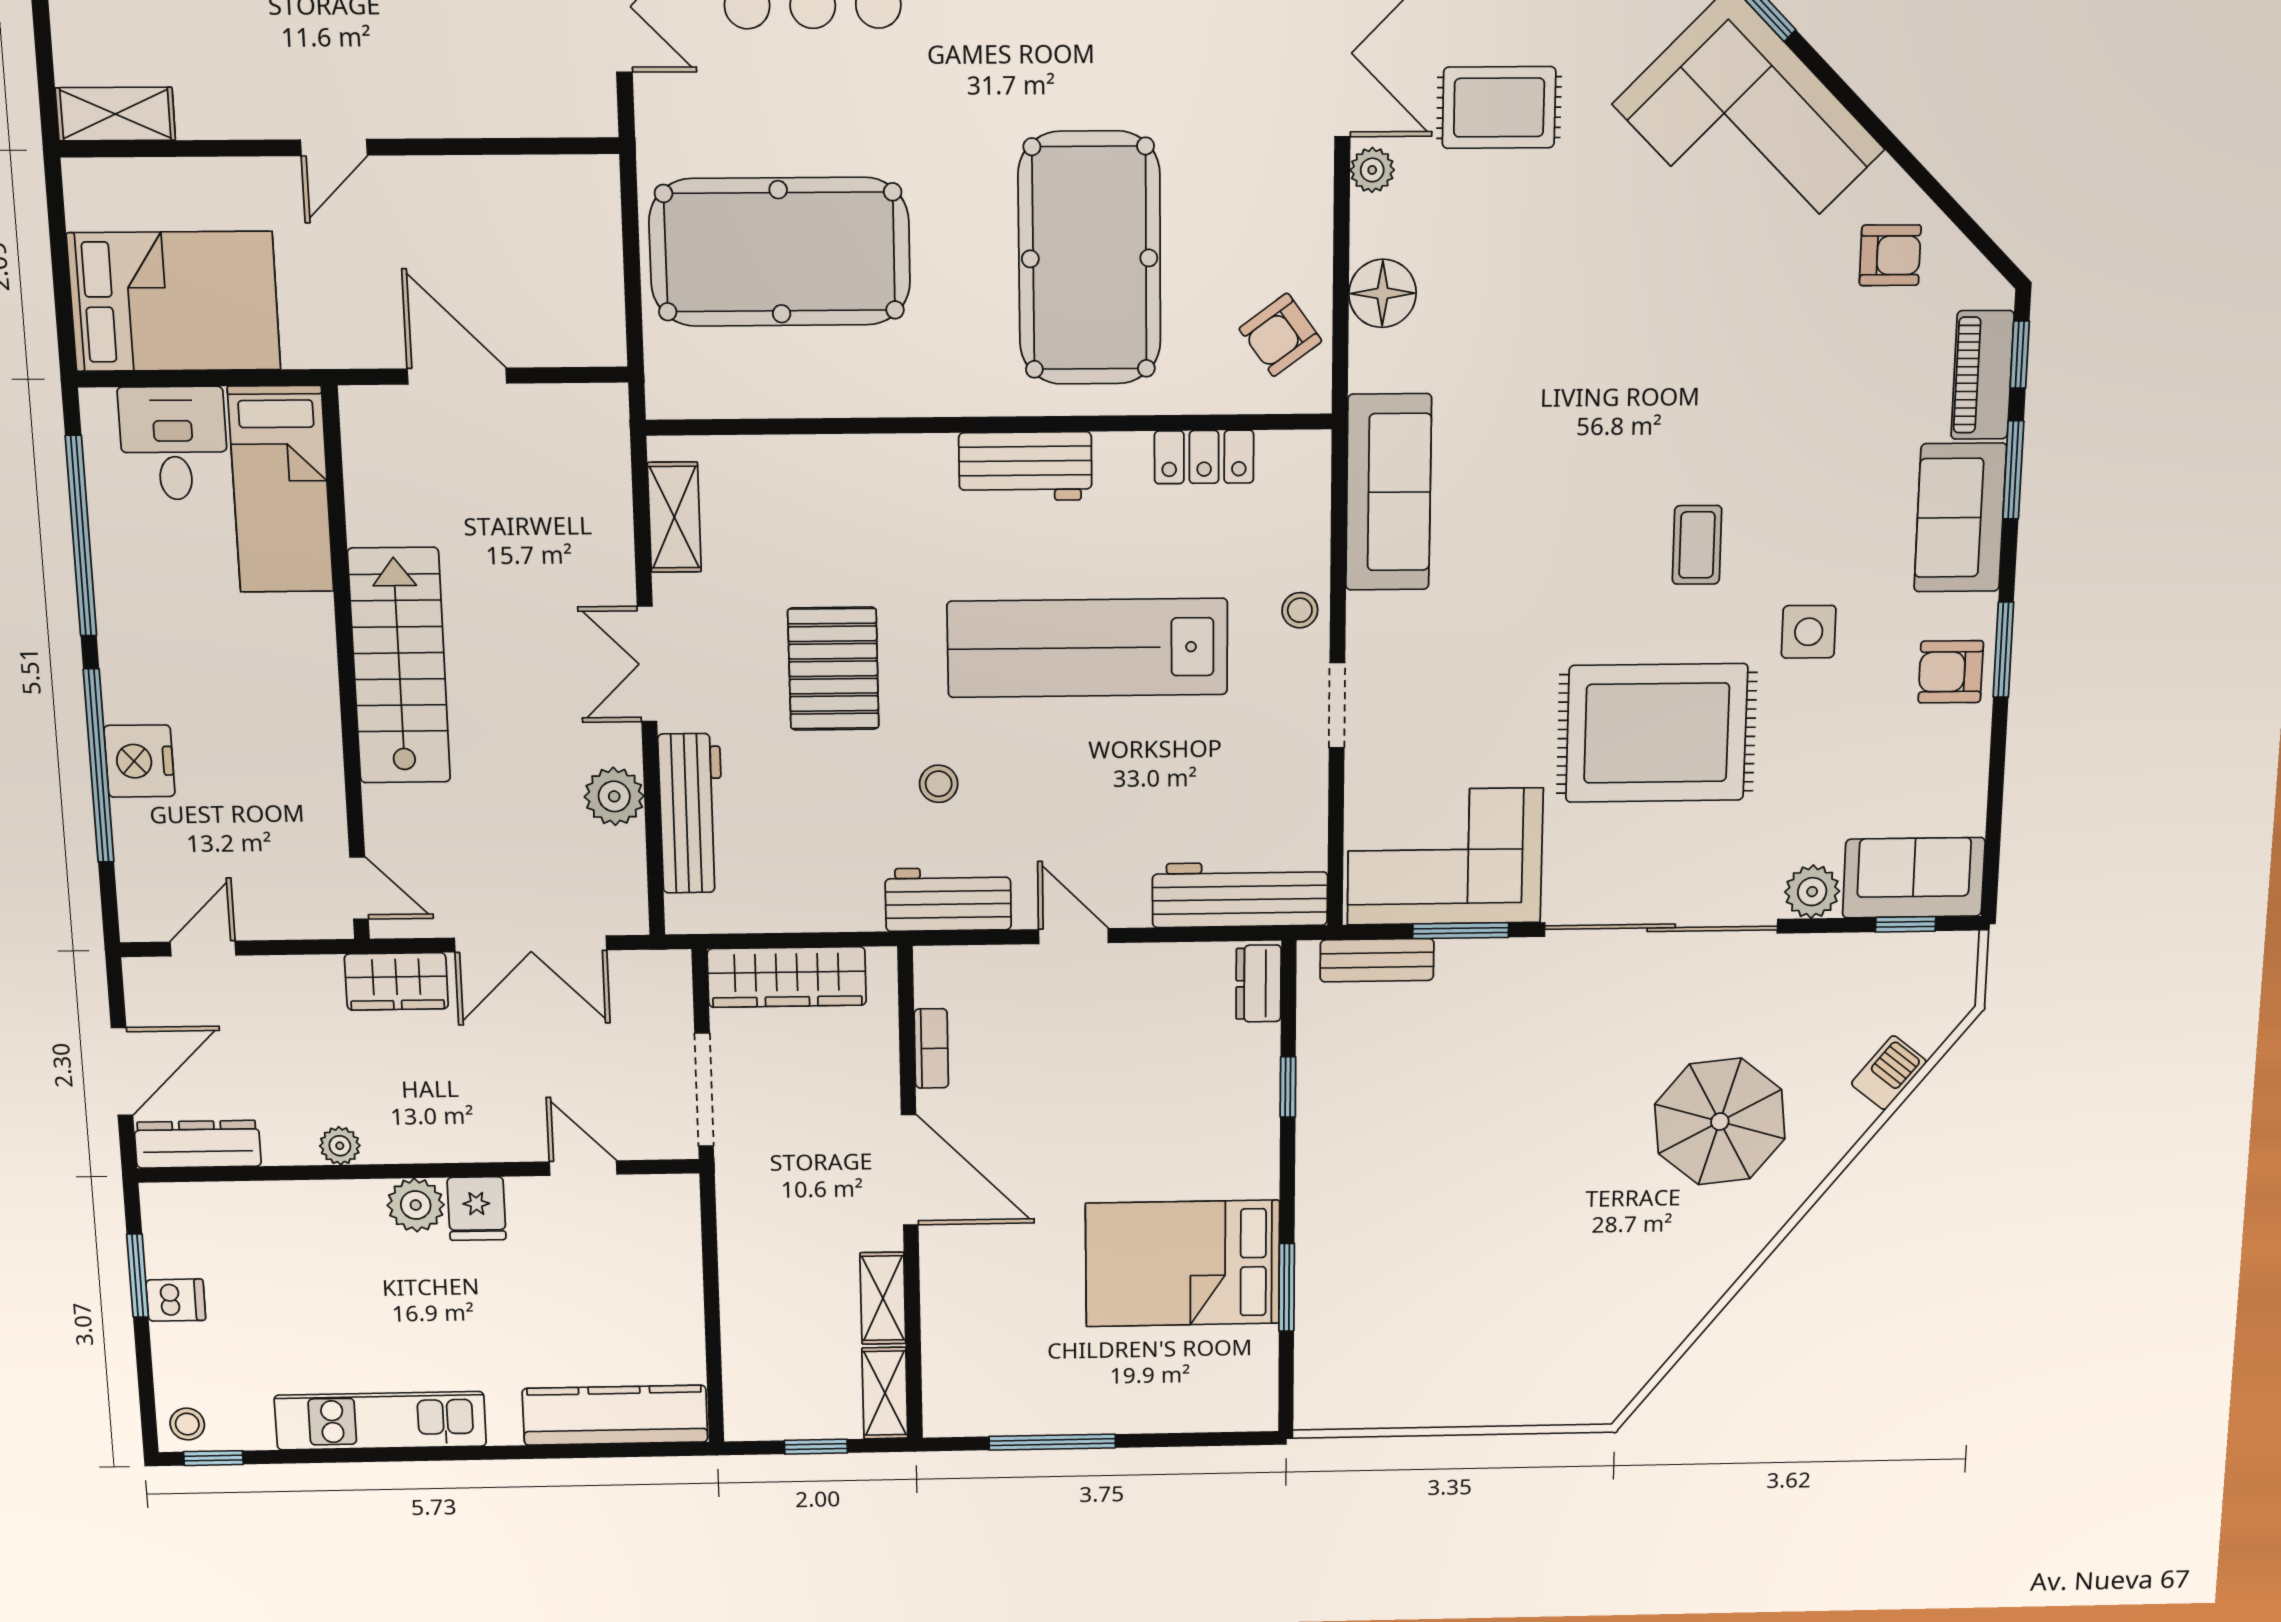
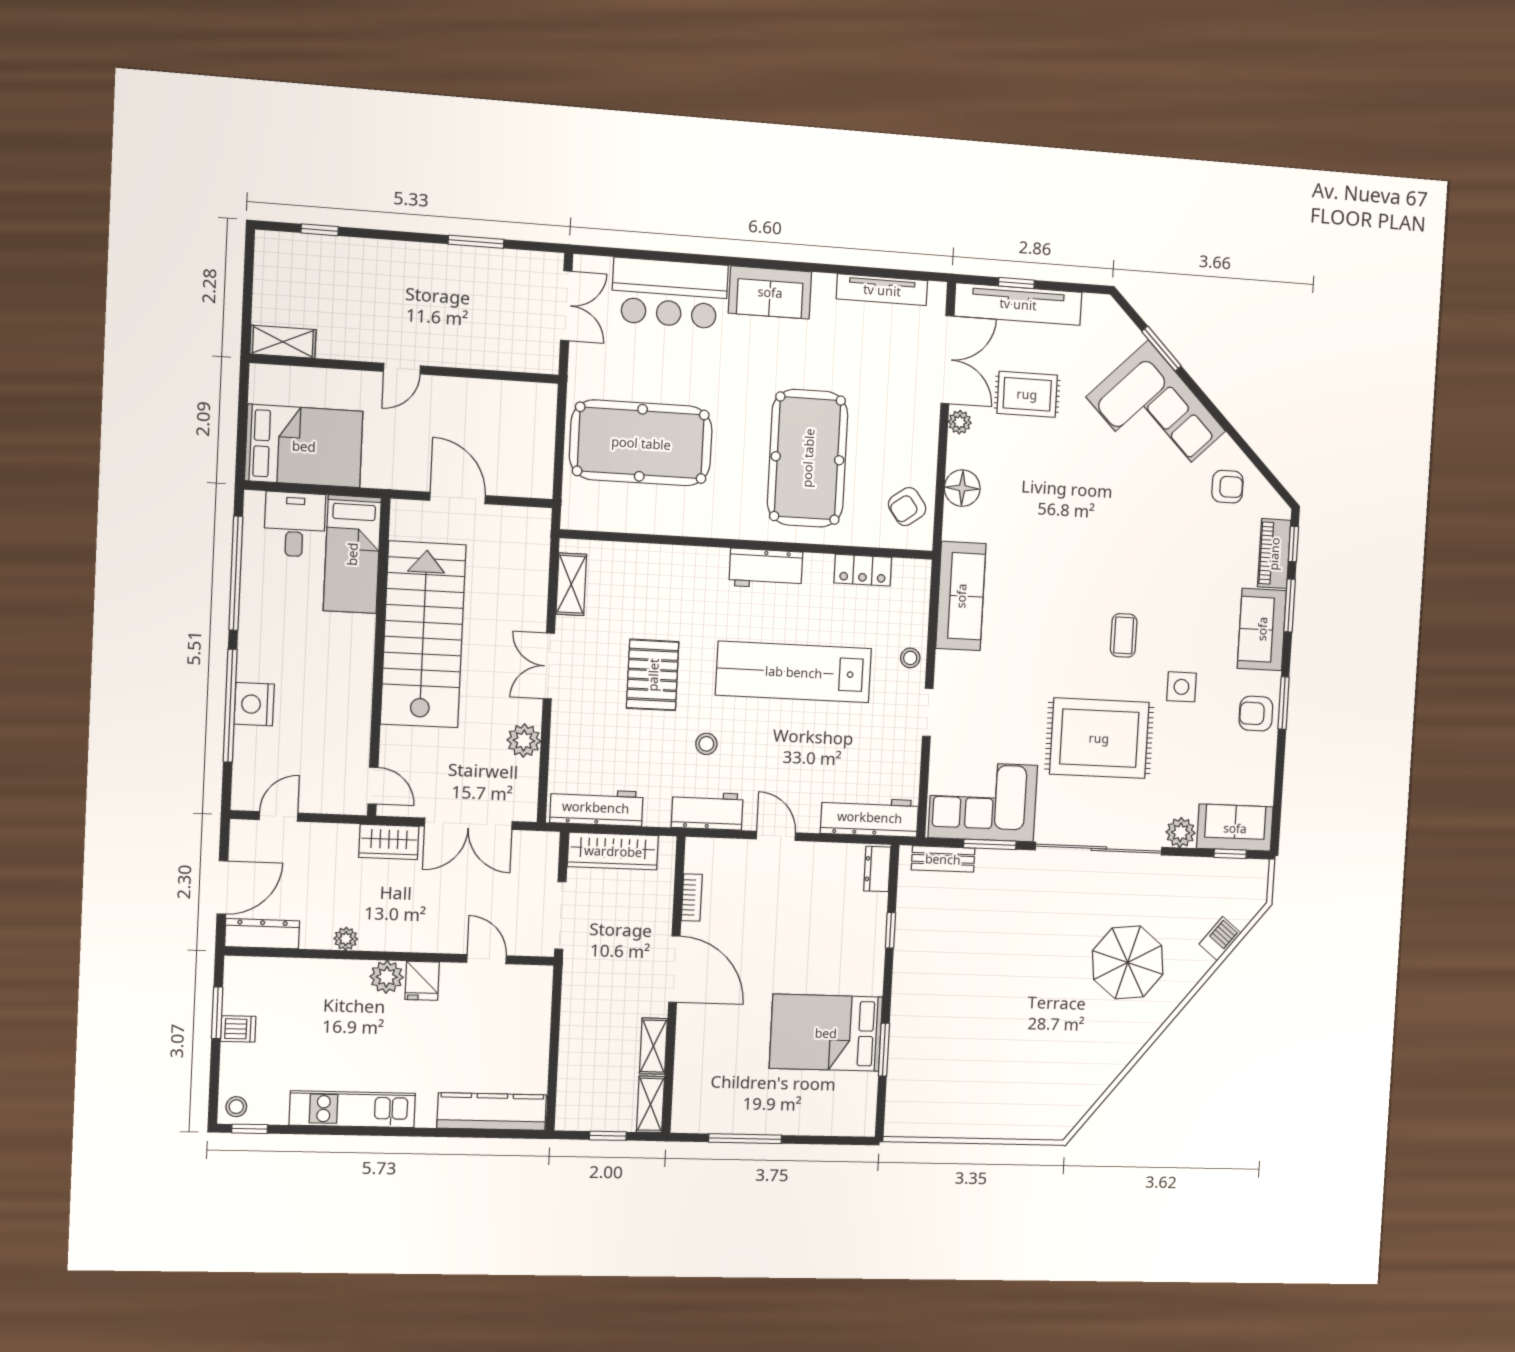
stairs: (399, 666) -> (423, 635), width x1.36, depth x1.51
workbench: (691, 813) -> (596, 807), moved, turned -90

